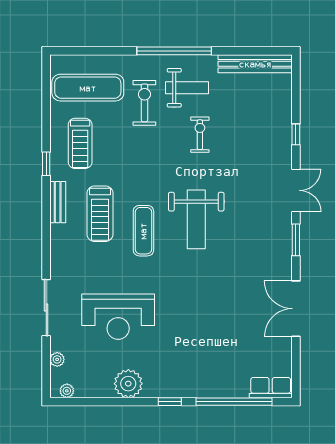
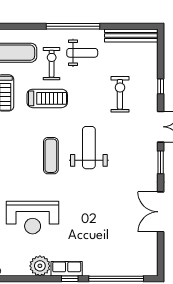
exercise bike: (200, 135) -> (120, 94), moved, width x1.38, depth x1.39
treadmill: (100, 214) -> (47, 98), moved, turned -90
weight bench: (196, 219) -> (89, 148), turned 180
row of seats: (271, 388) -> (67, 269), moved

